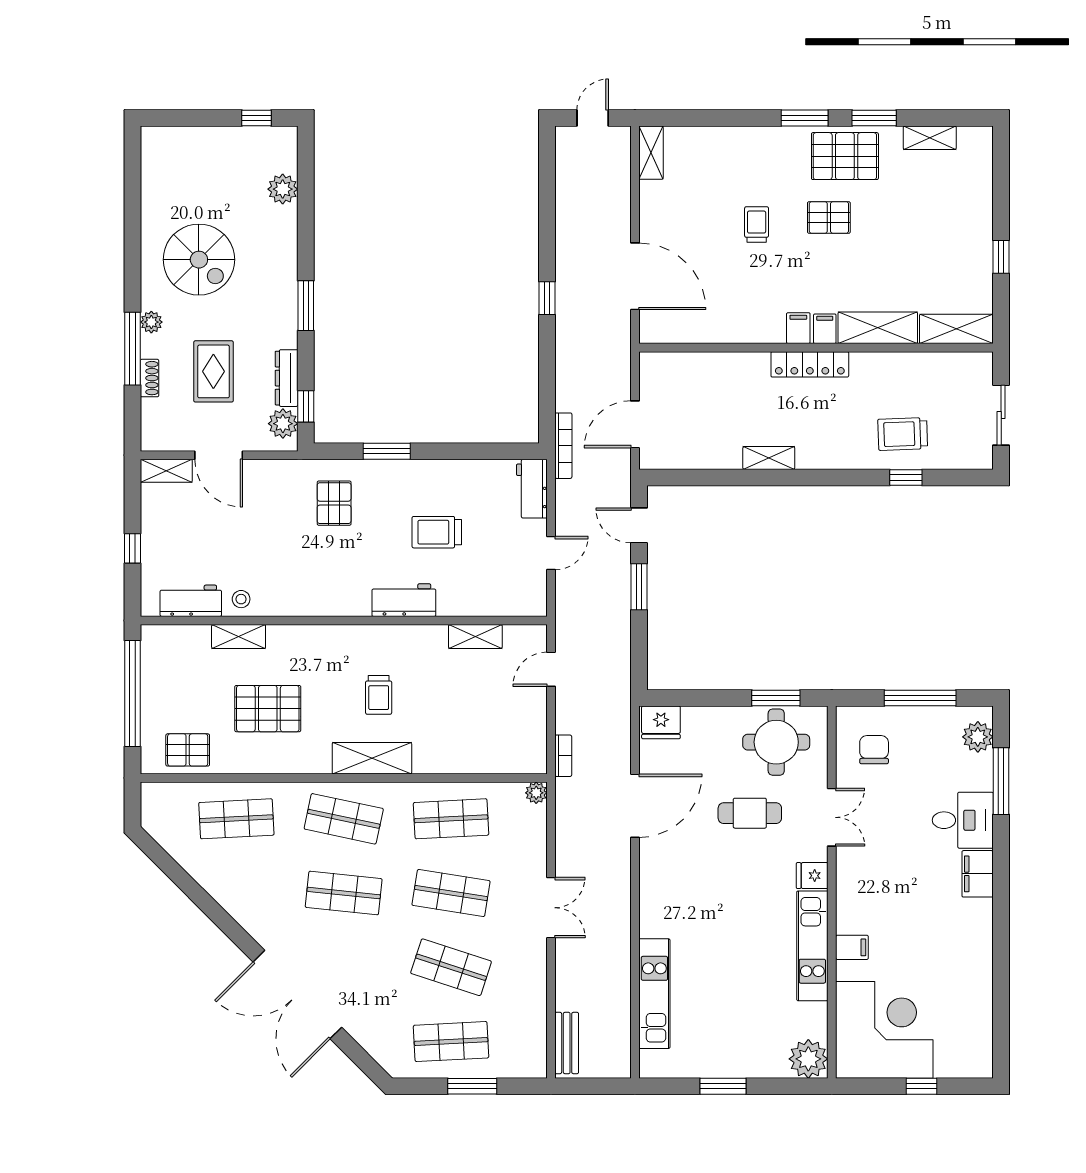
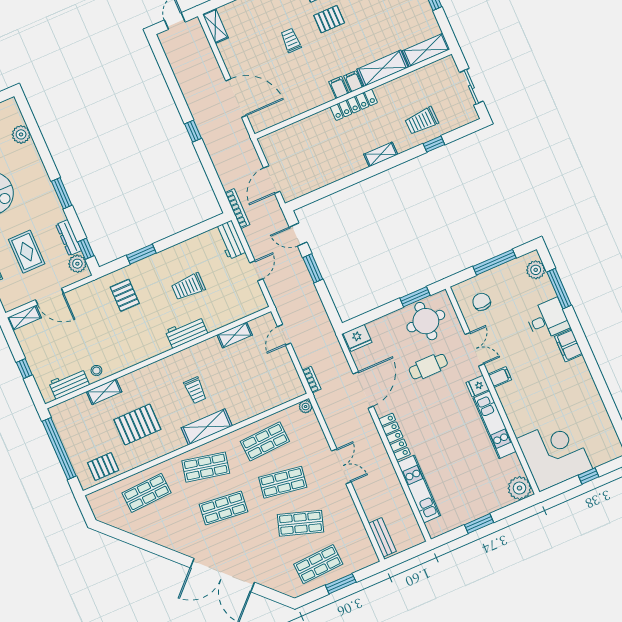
shelving: (769, 458) -> (381, 154), moved
locker: (652, 898) -> (394, 437), added
filing cabinet: (852, 947) -> (500, 377), moved

